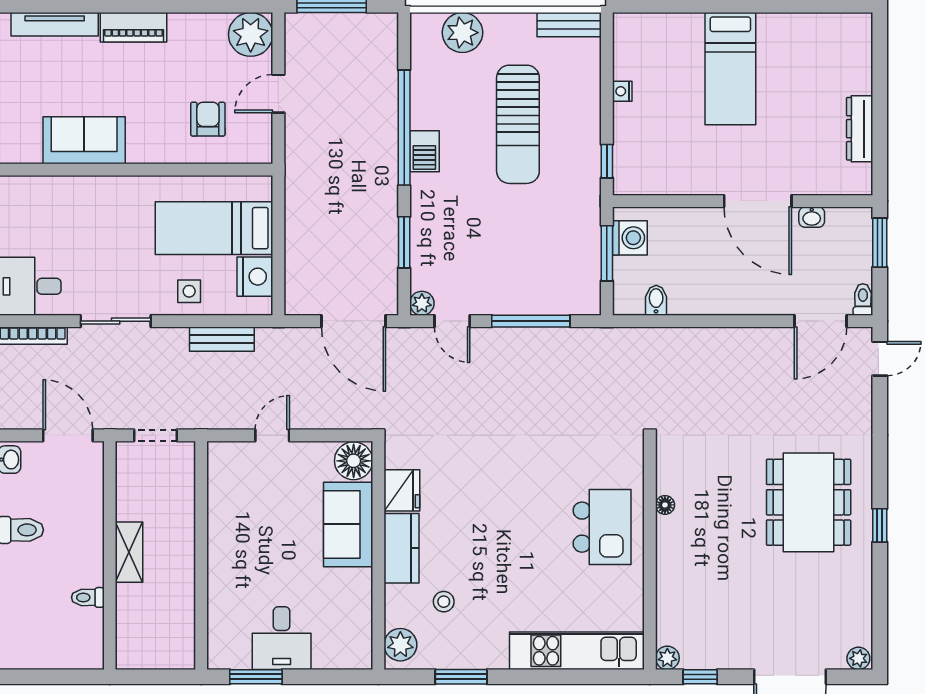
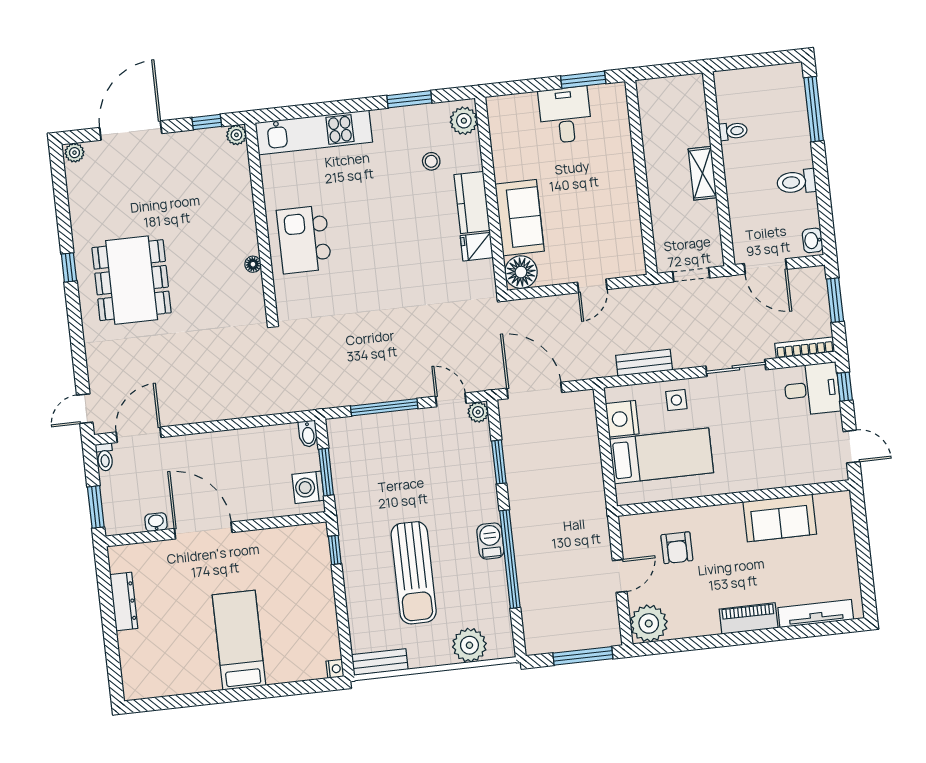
nightstand: (622, 91) -> (335, 669), moved
sun lounger: (518, 124) -> (414, 573), turned 180
bidet: (656, 300) -> (308, 434), moved
fridge: (402, 490) -> (477, 247), width x0.72

